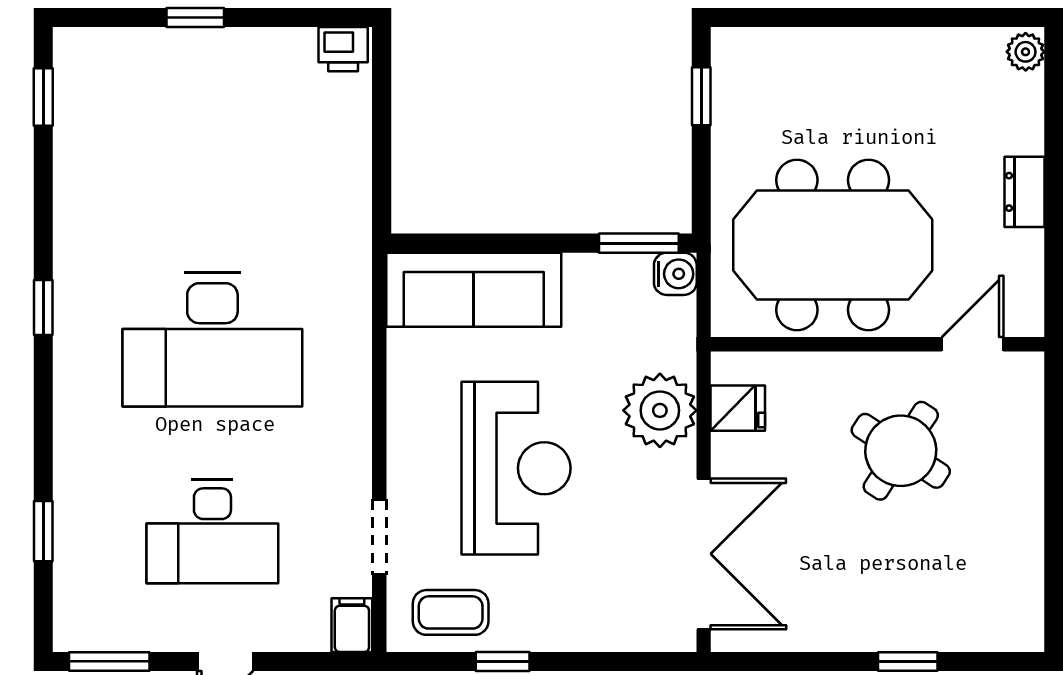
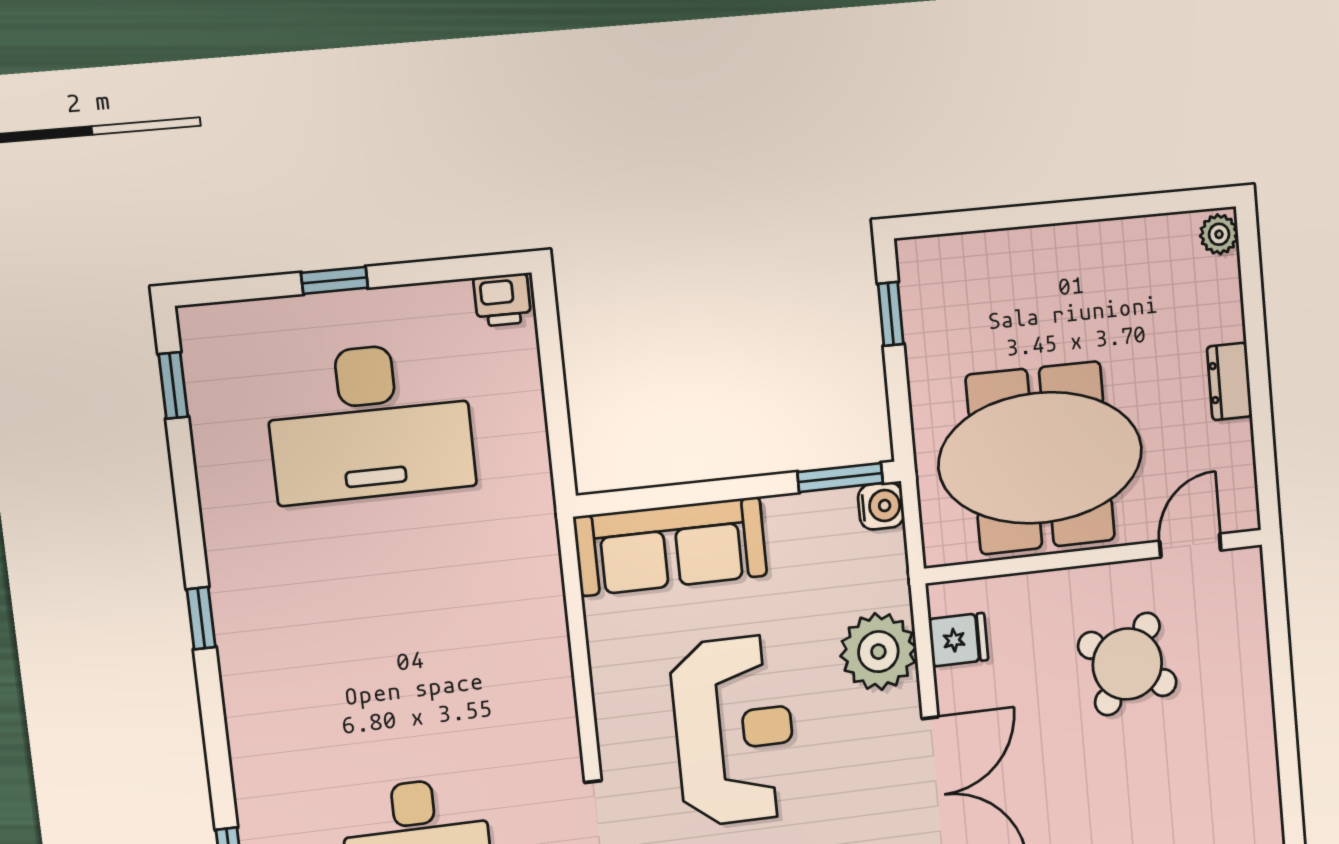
desk: (212, 340) -> (370, 422), moved

